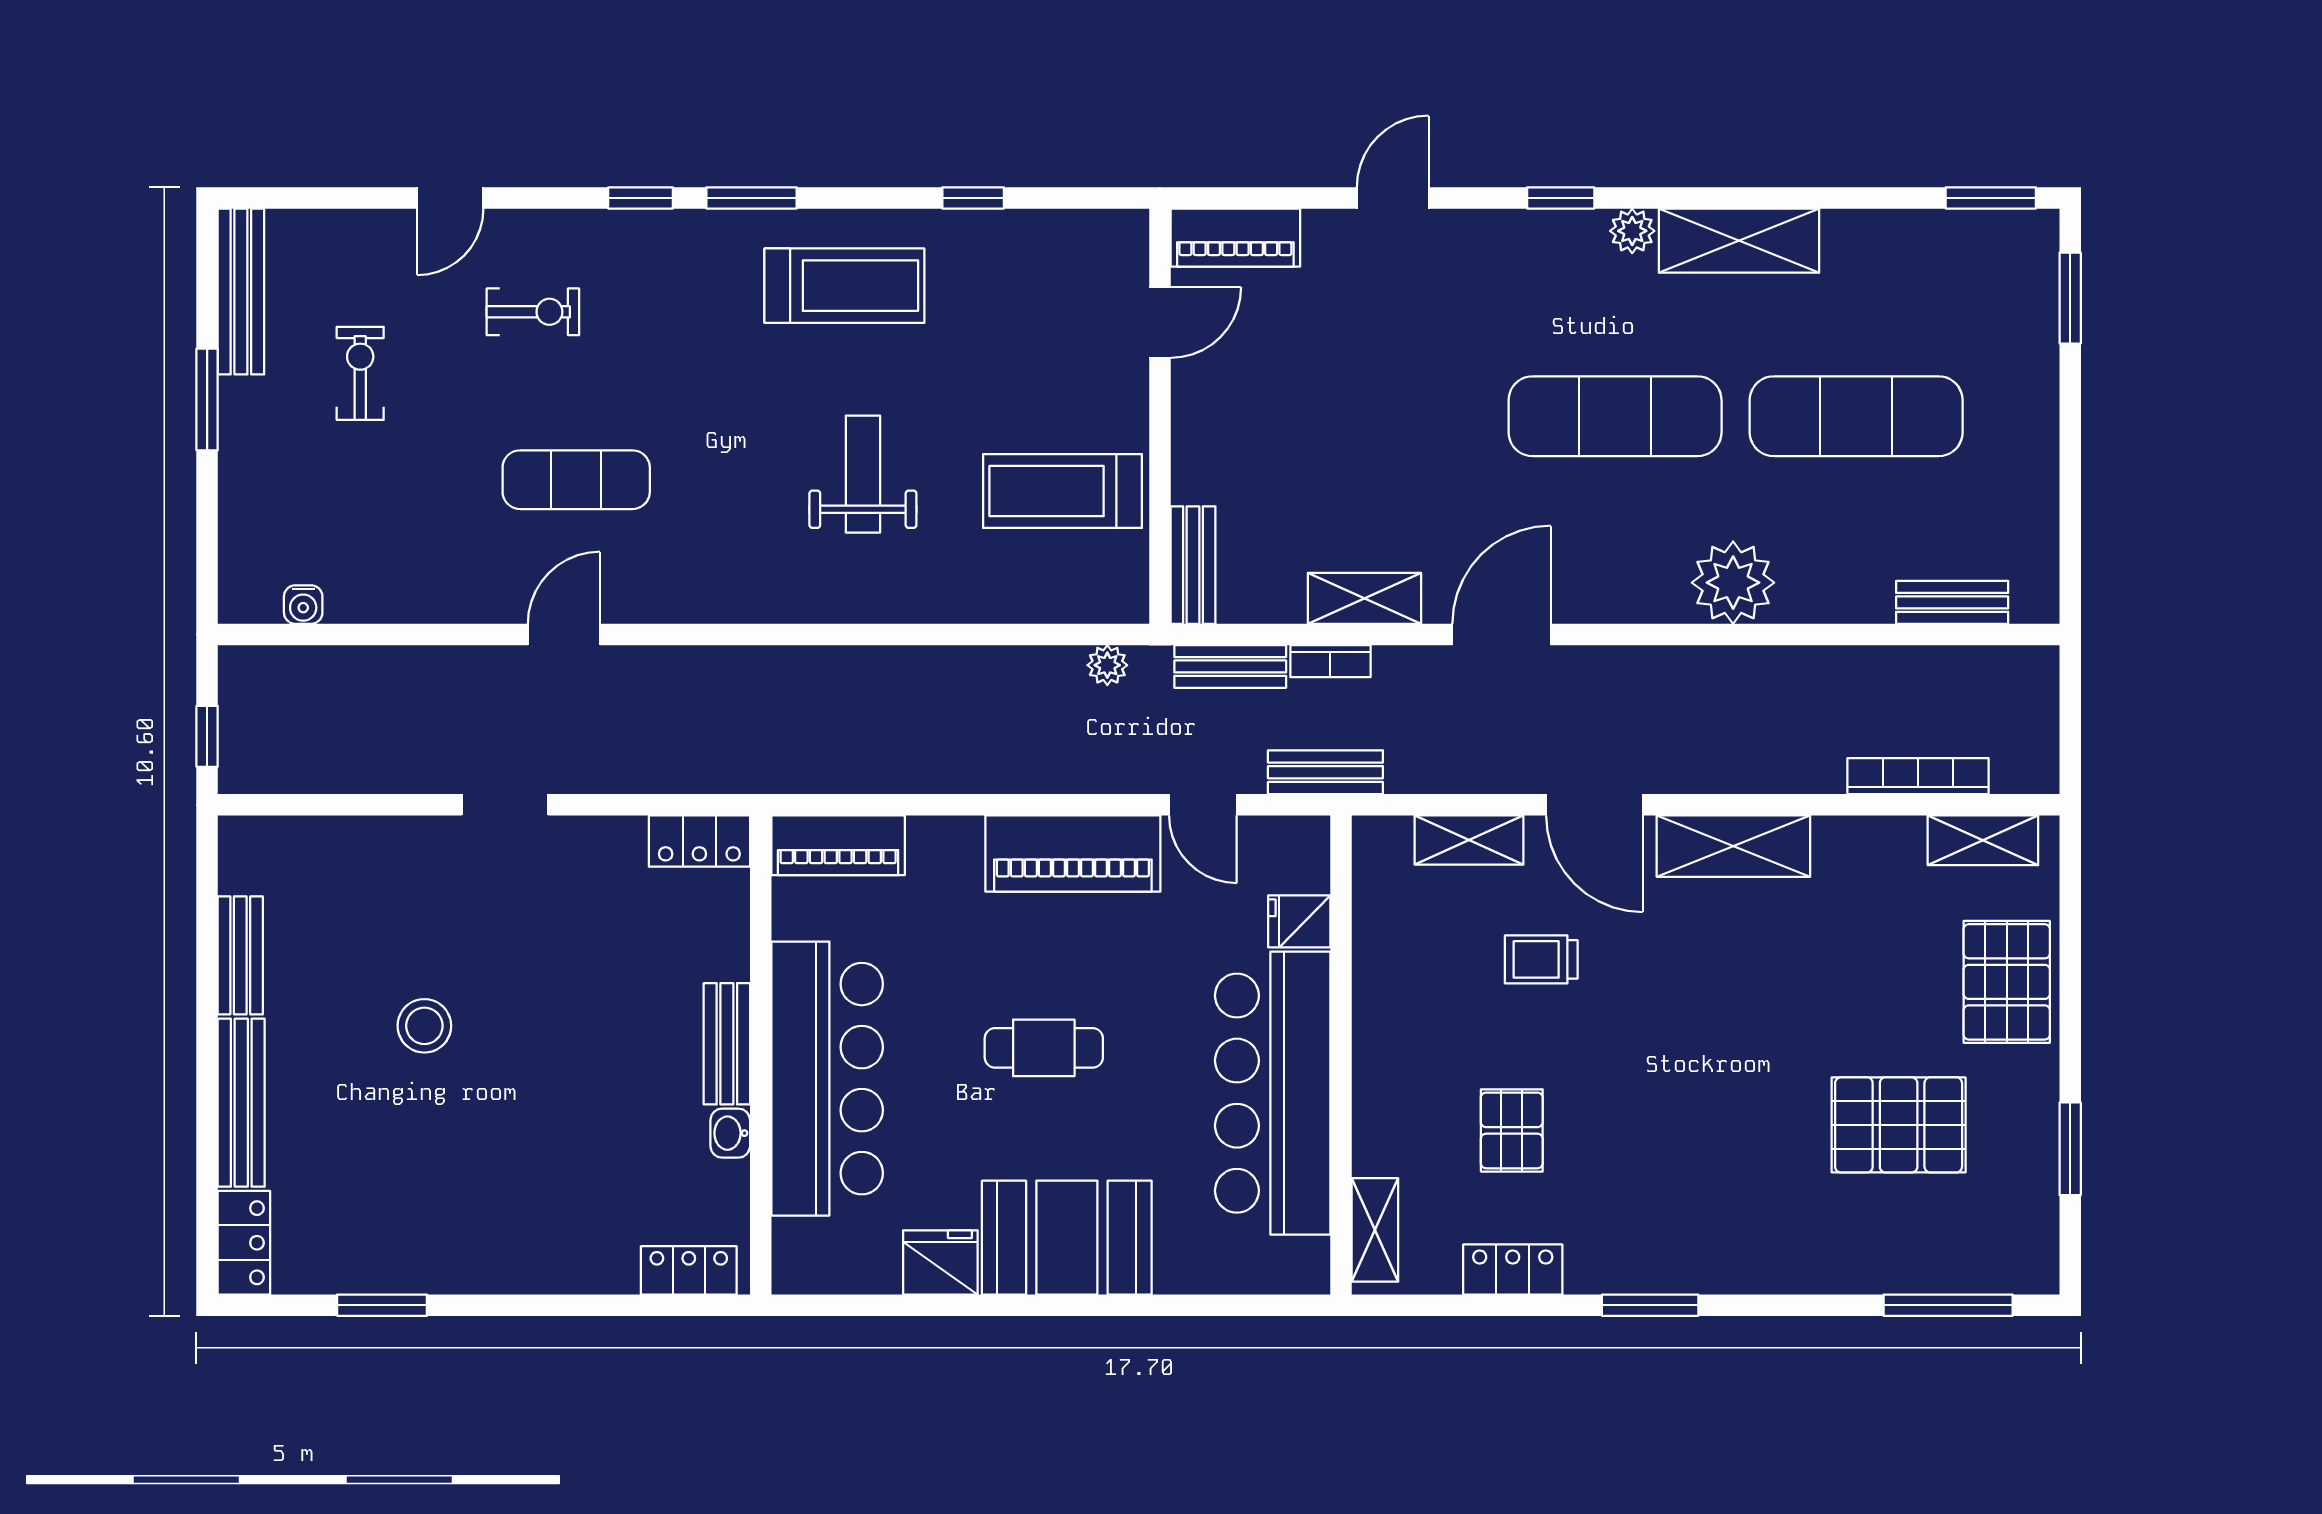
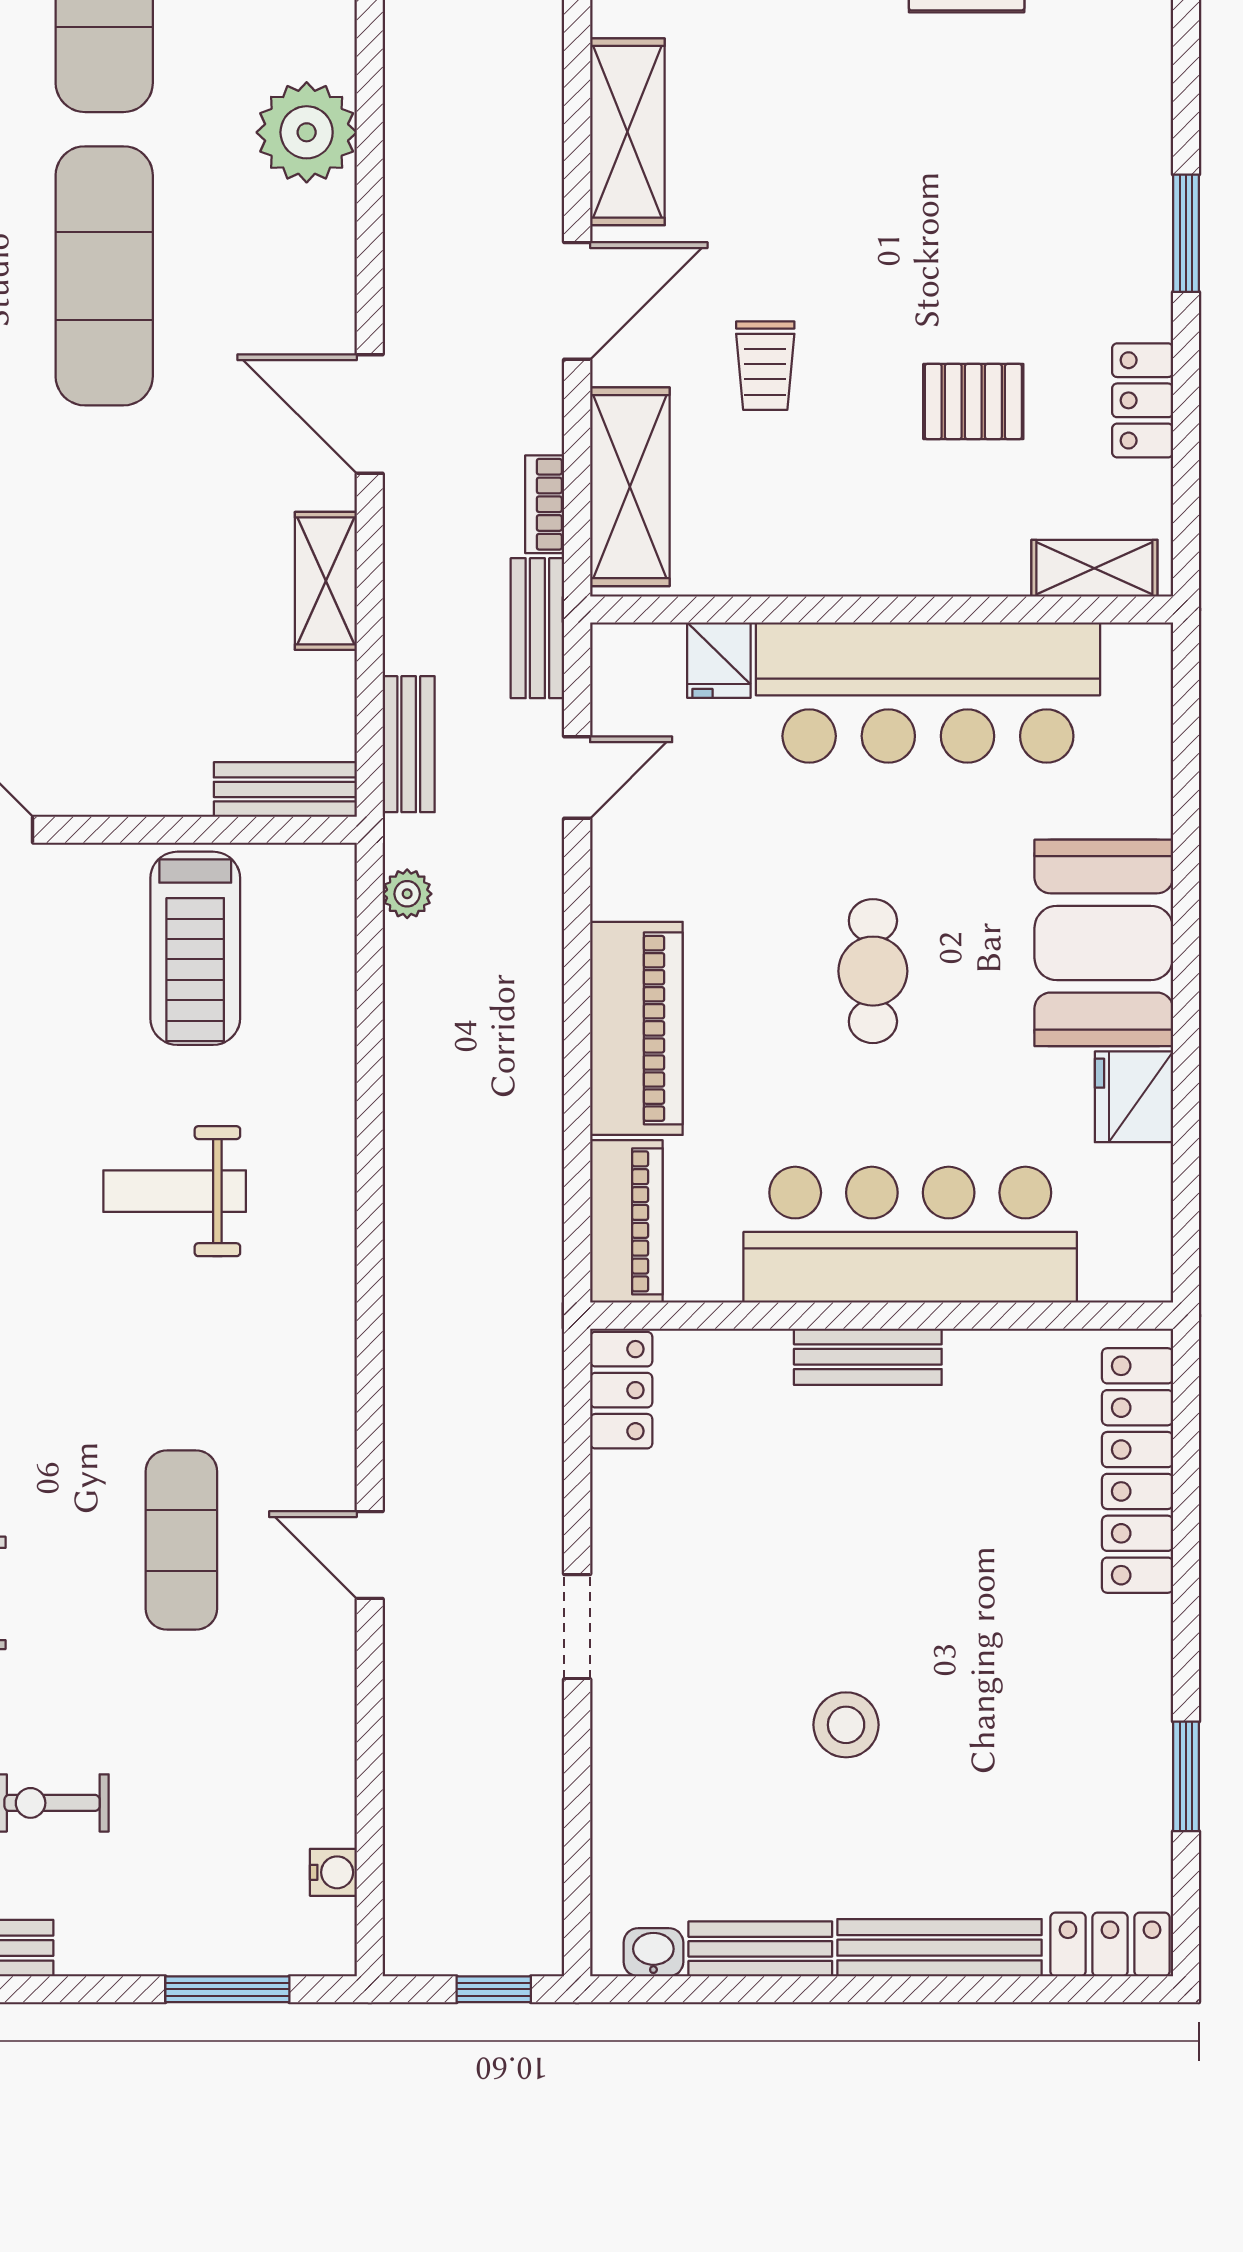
window: (207, 400) -> (227, 1989), moved
bookcase: (1330, 661) -> (545, 504), moved, turned 180
shelving: (1469, 840) -> (630, 487), width x1.50, depth x1.33
piano: (1073, 854) -> (636, 1028), moved
washbasin: (730, 1133) -> (653, 1952), moved, turned 180
locker: (689, 1270) -> (1138, 1470), width x2.16, depth x1.21

